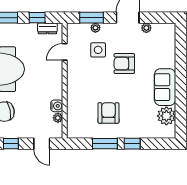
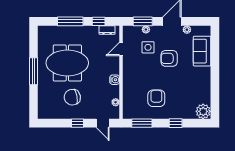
sofa: (165, 87) -> (202, 51), moved
water cooler: (57, 106) -> (115, 80), moved
plant: (166, 116) -> (203, 111), moved
window: (105, 144) -> (142, 123), moved

